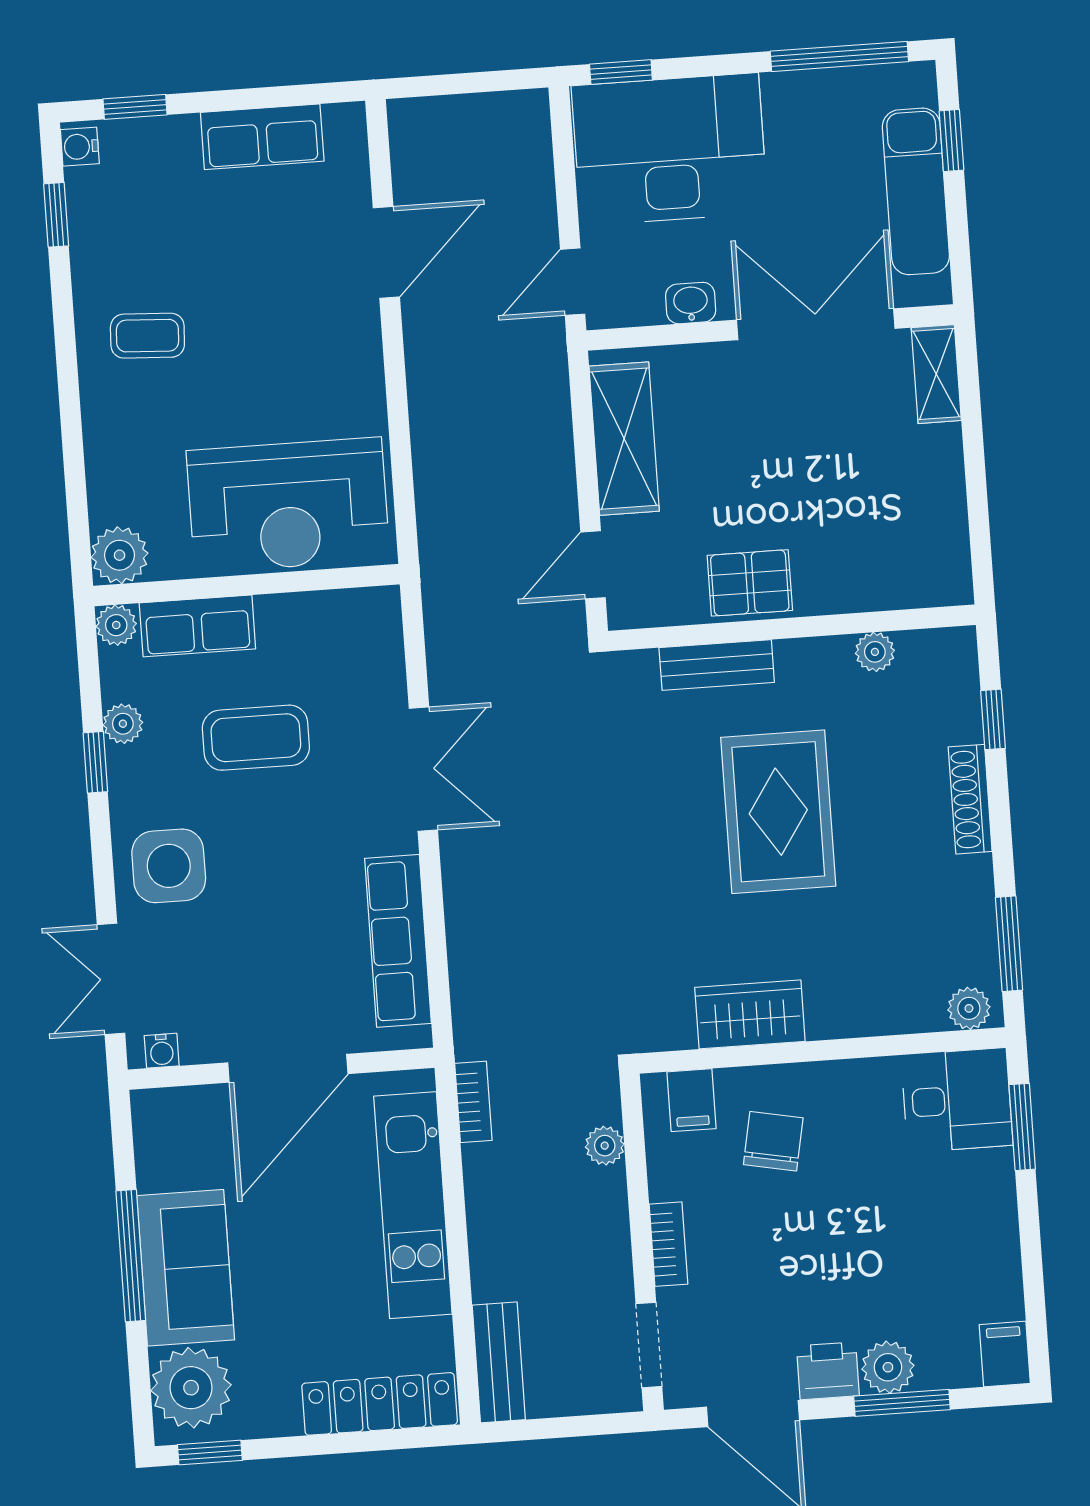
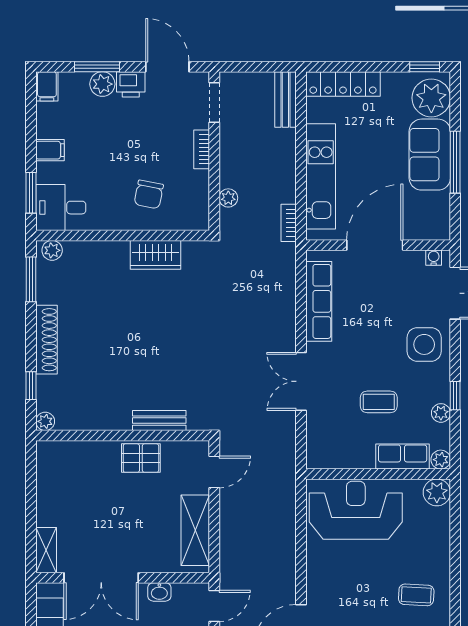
plant: (875, 652) -> (45, 421), moved
coffee table: (256, 738) -> (379, 402), width x0.73, depth x0.77
shoe rack: (970, 799) -> (47, 340), width x1.36, depth x1.24
rug: (778, 812) -> (135, 349), removed
filing cabinet: (692, 1100) -> (50, 150), moved, turned 90

